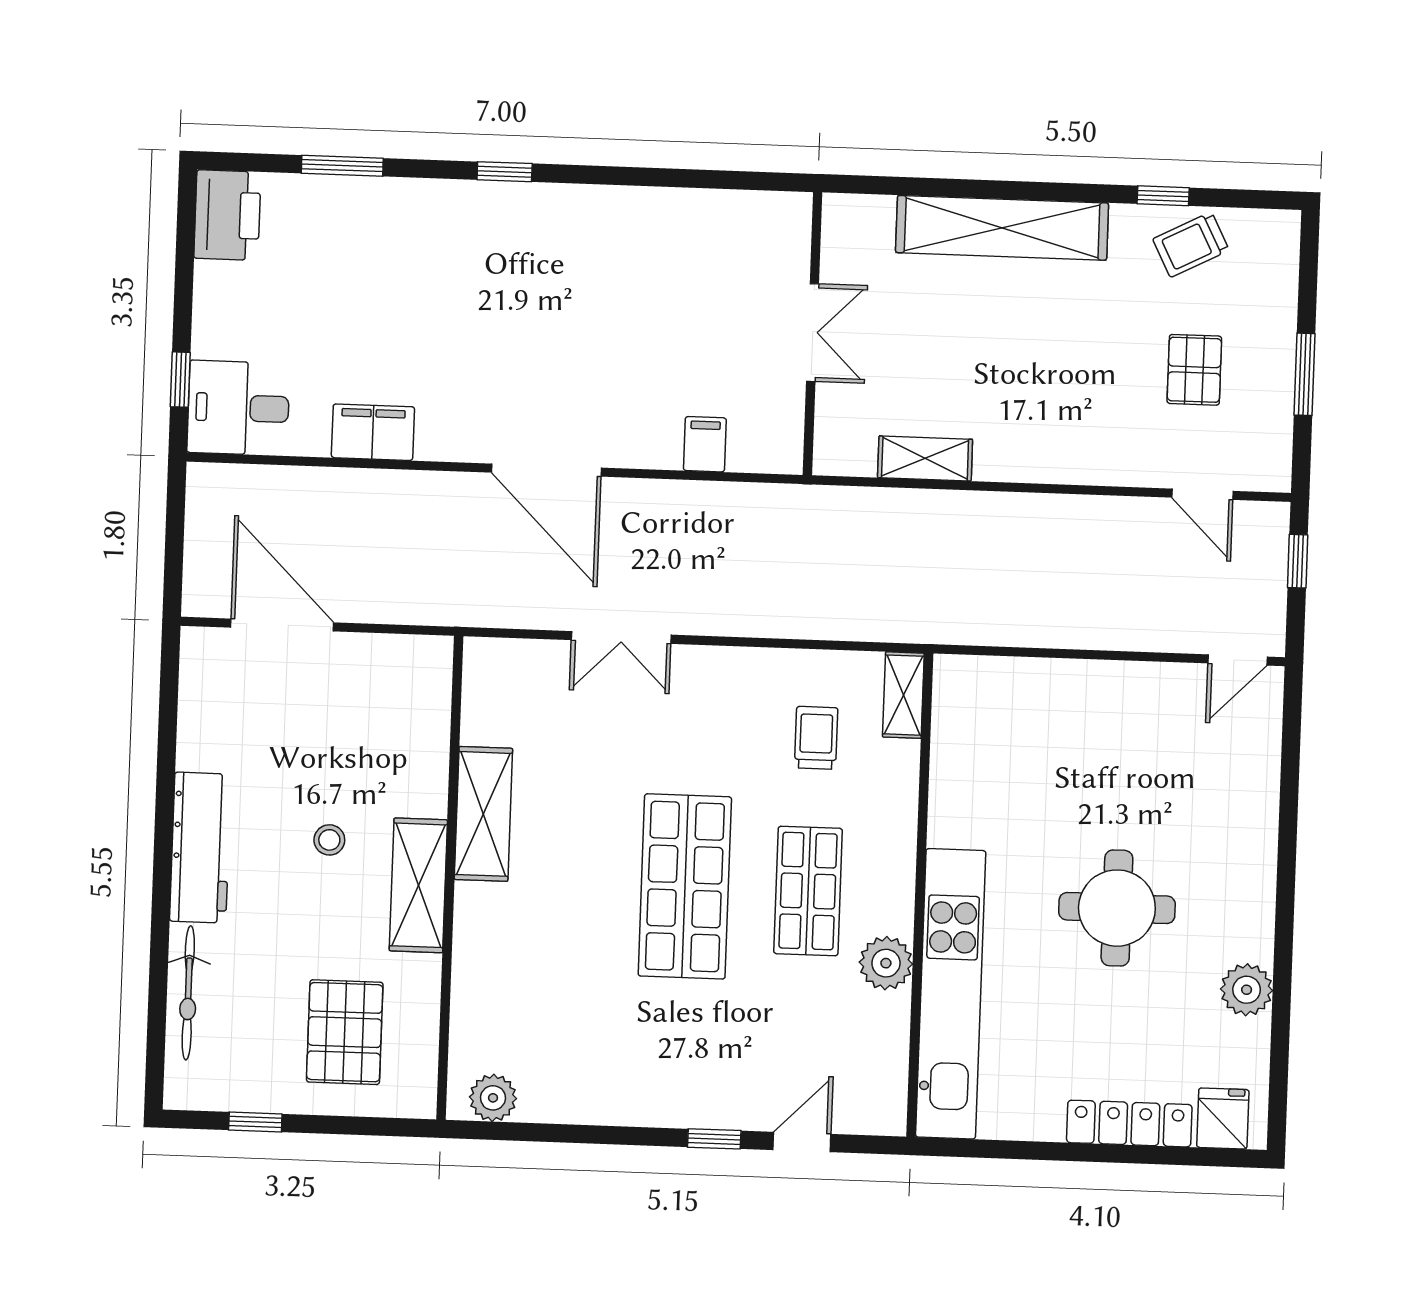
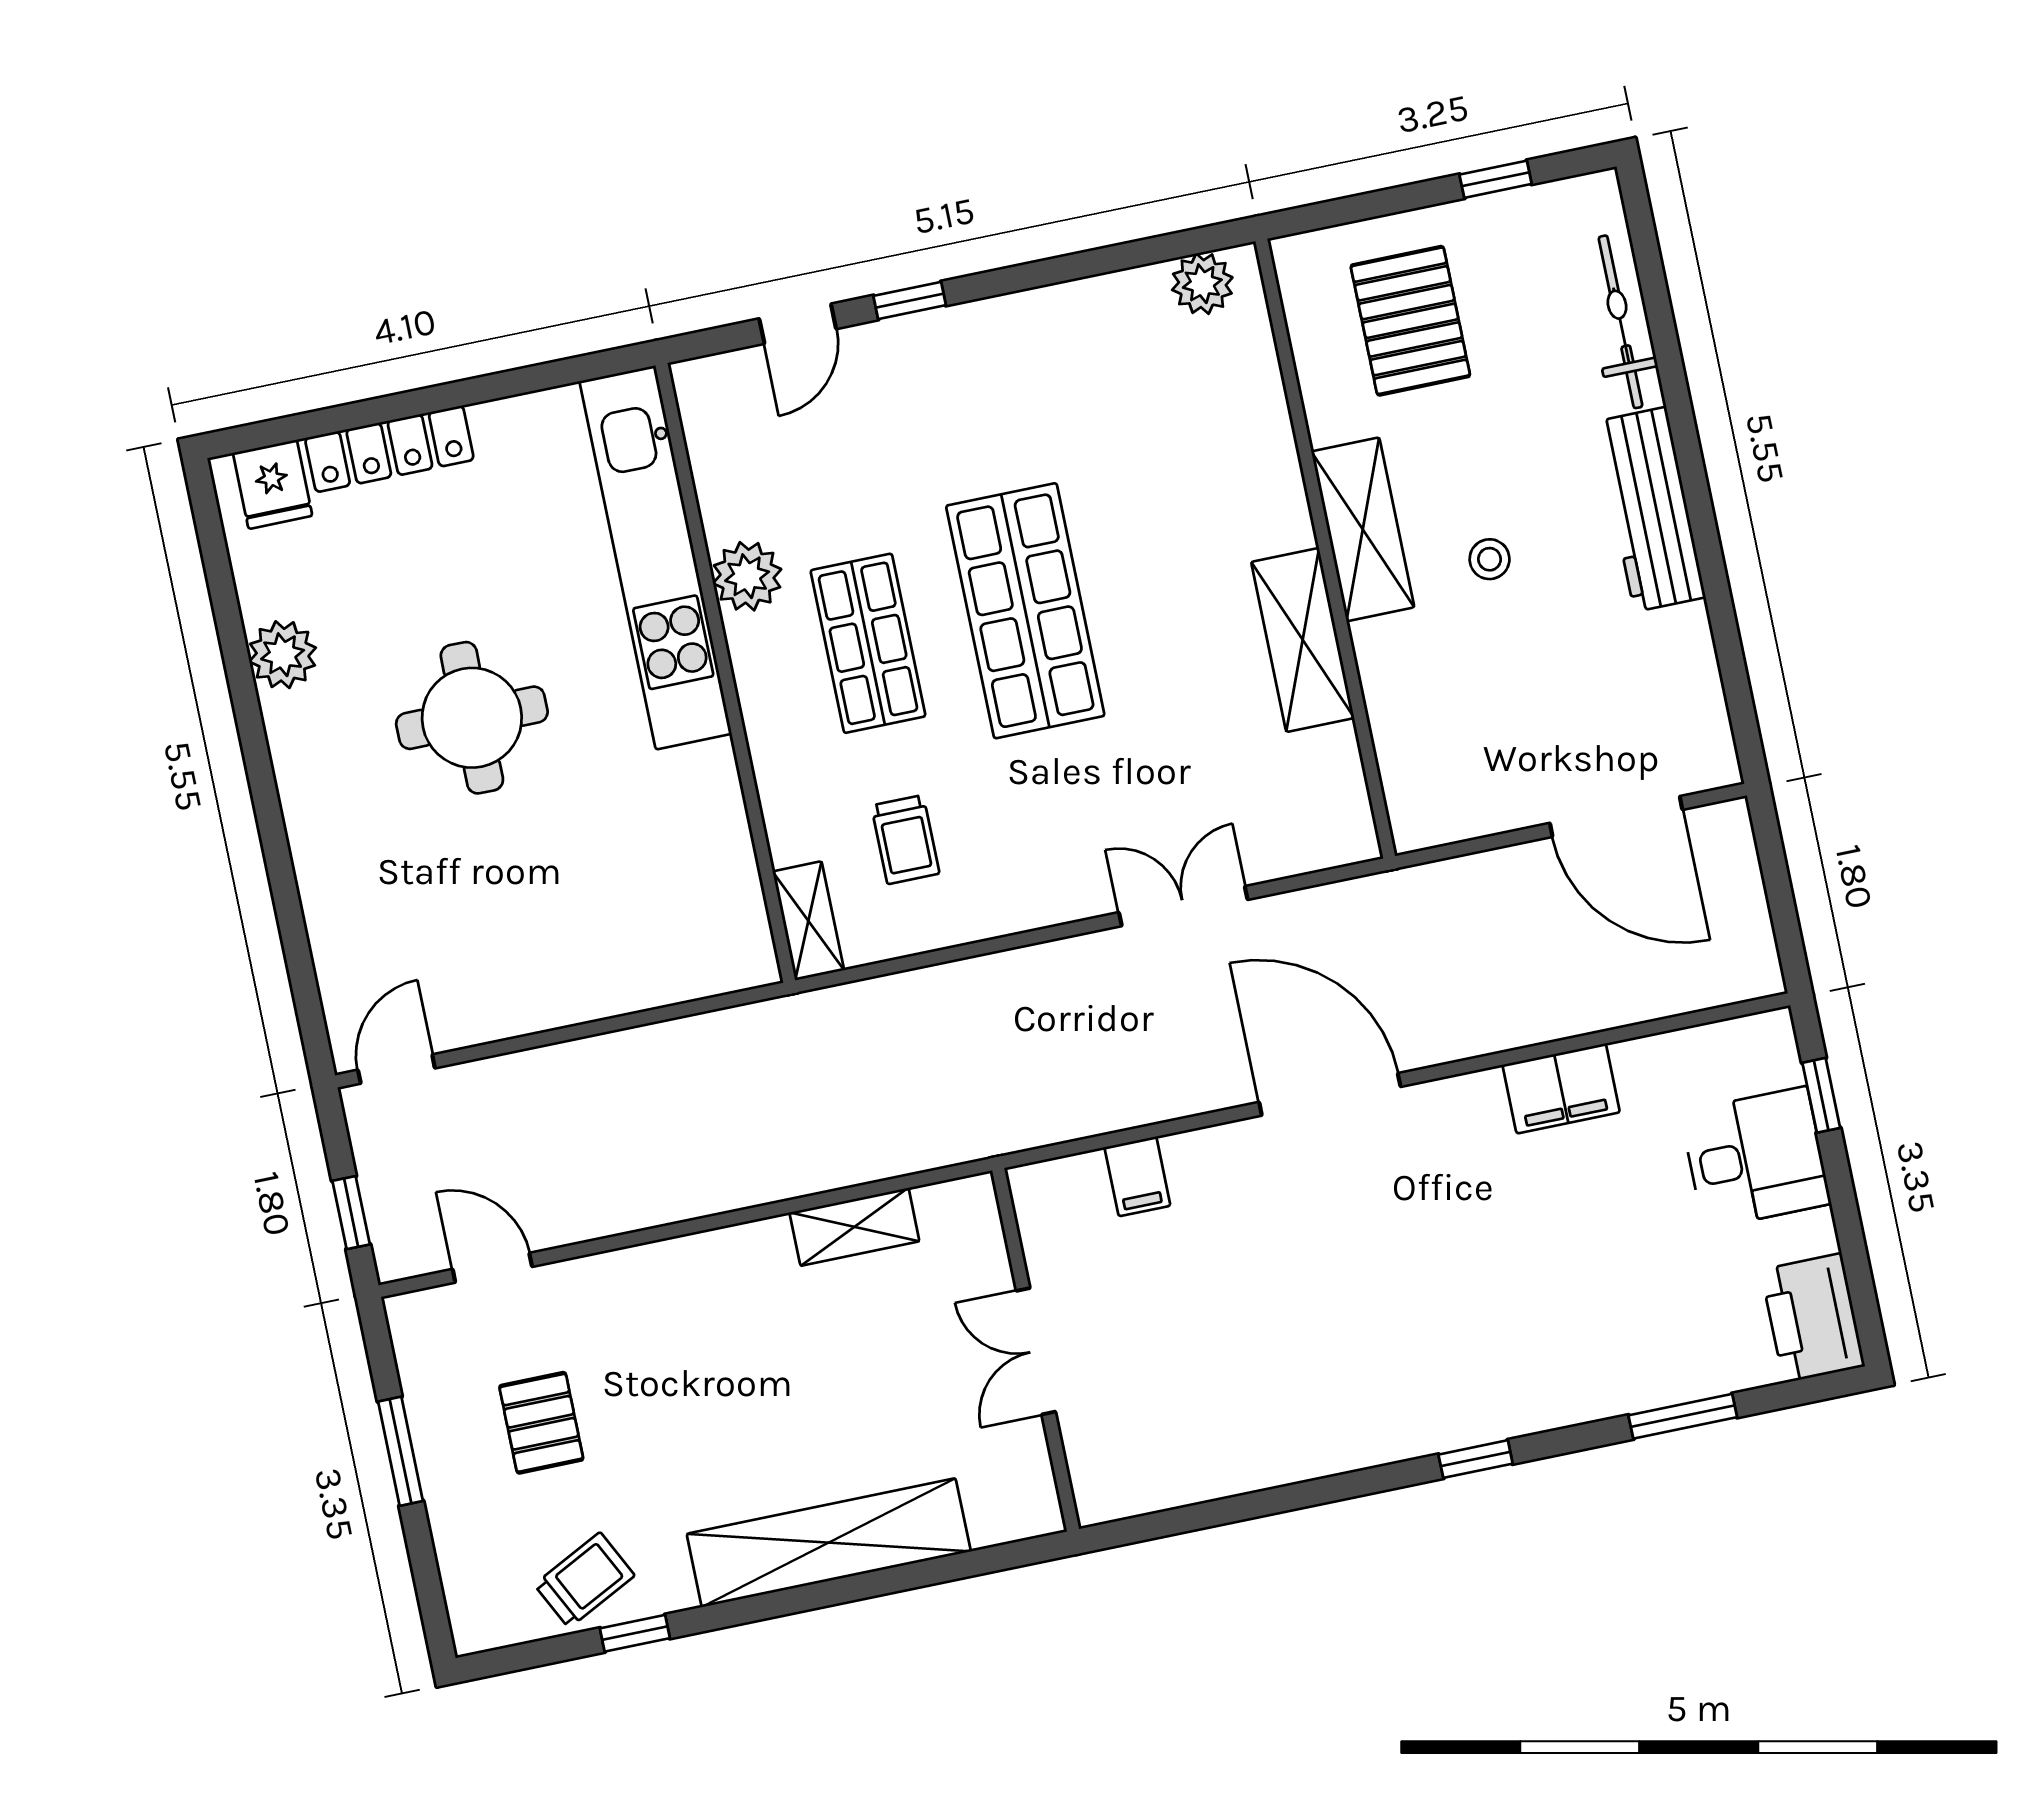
desk: (238, 408) -> (1756, 1158), moved

